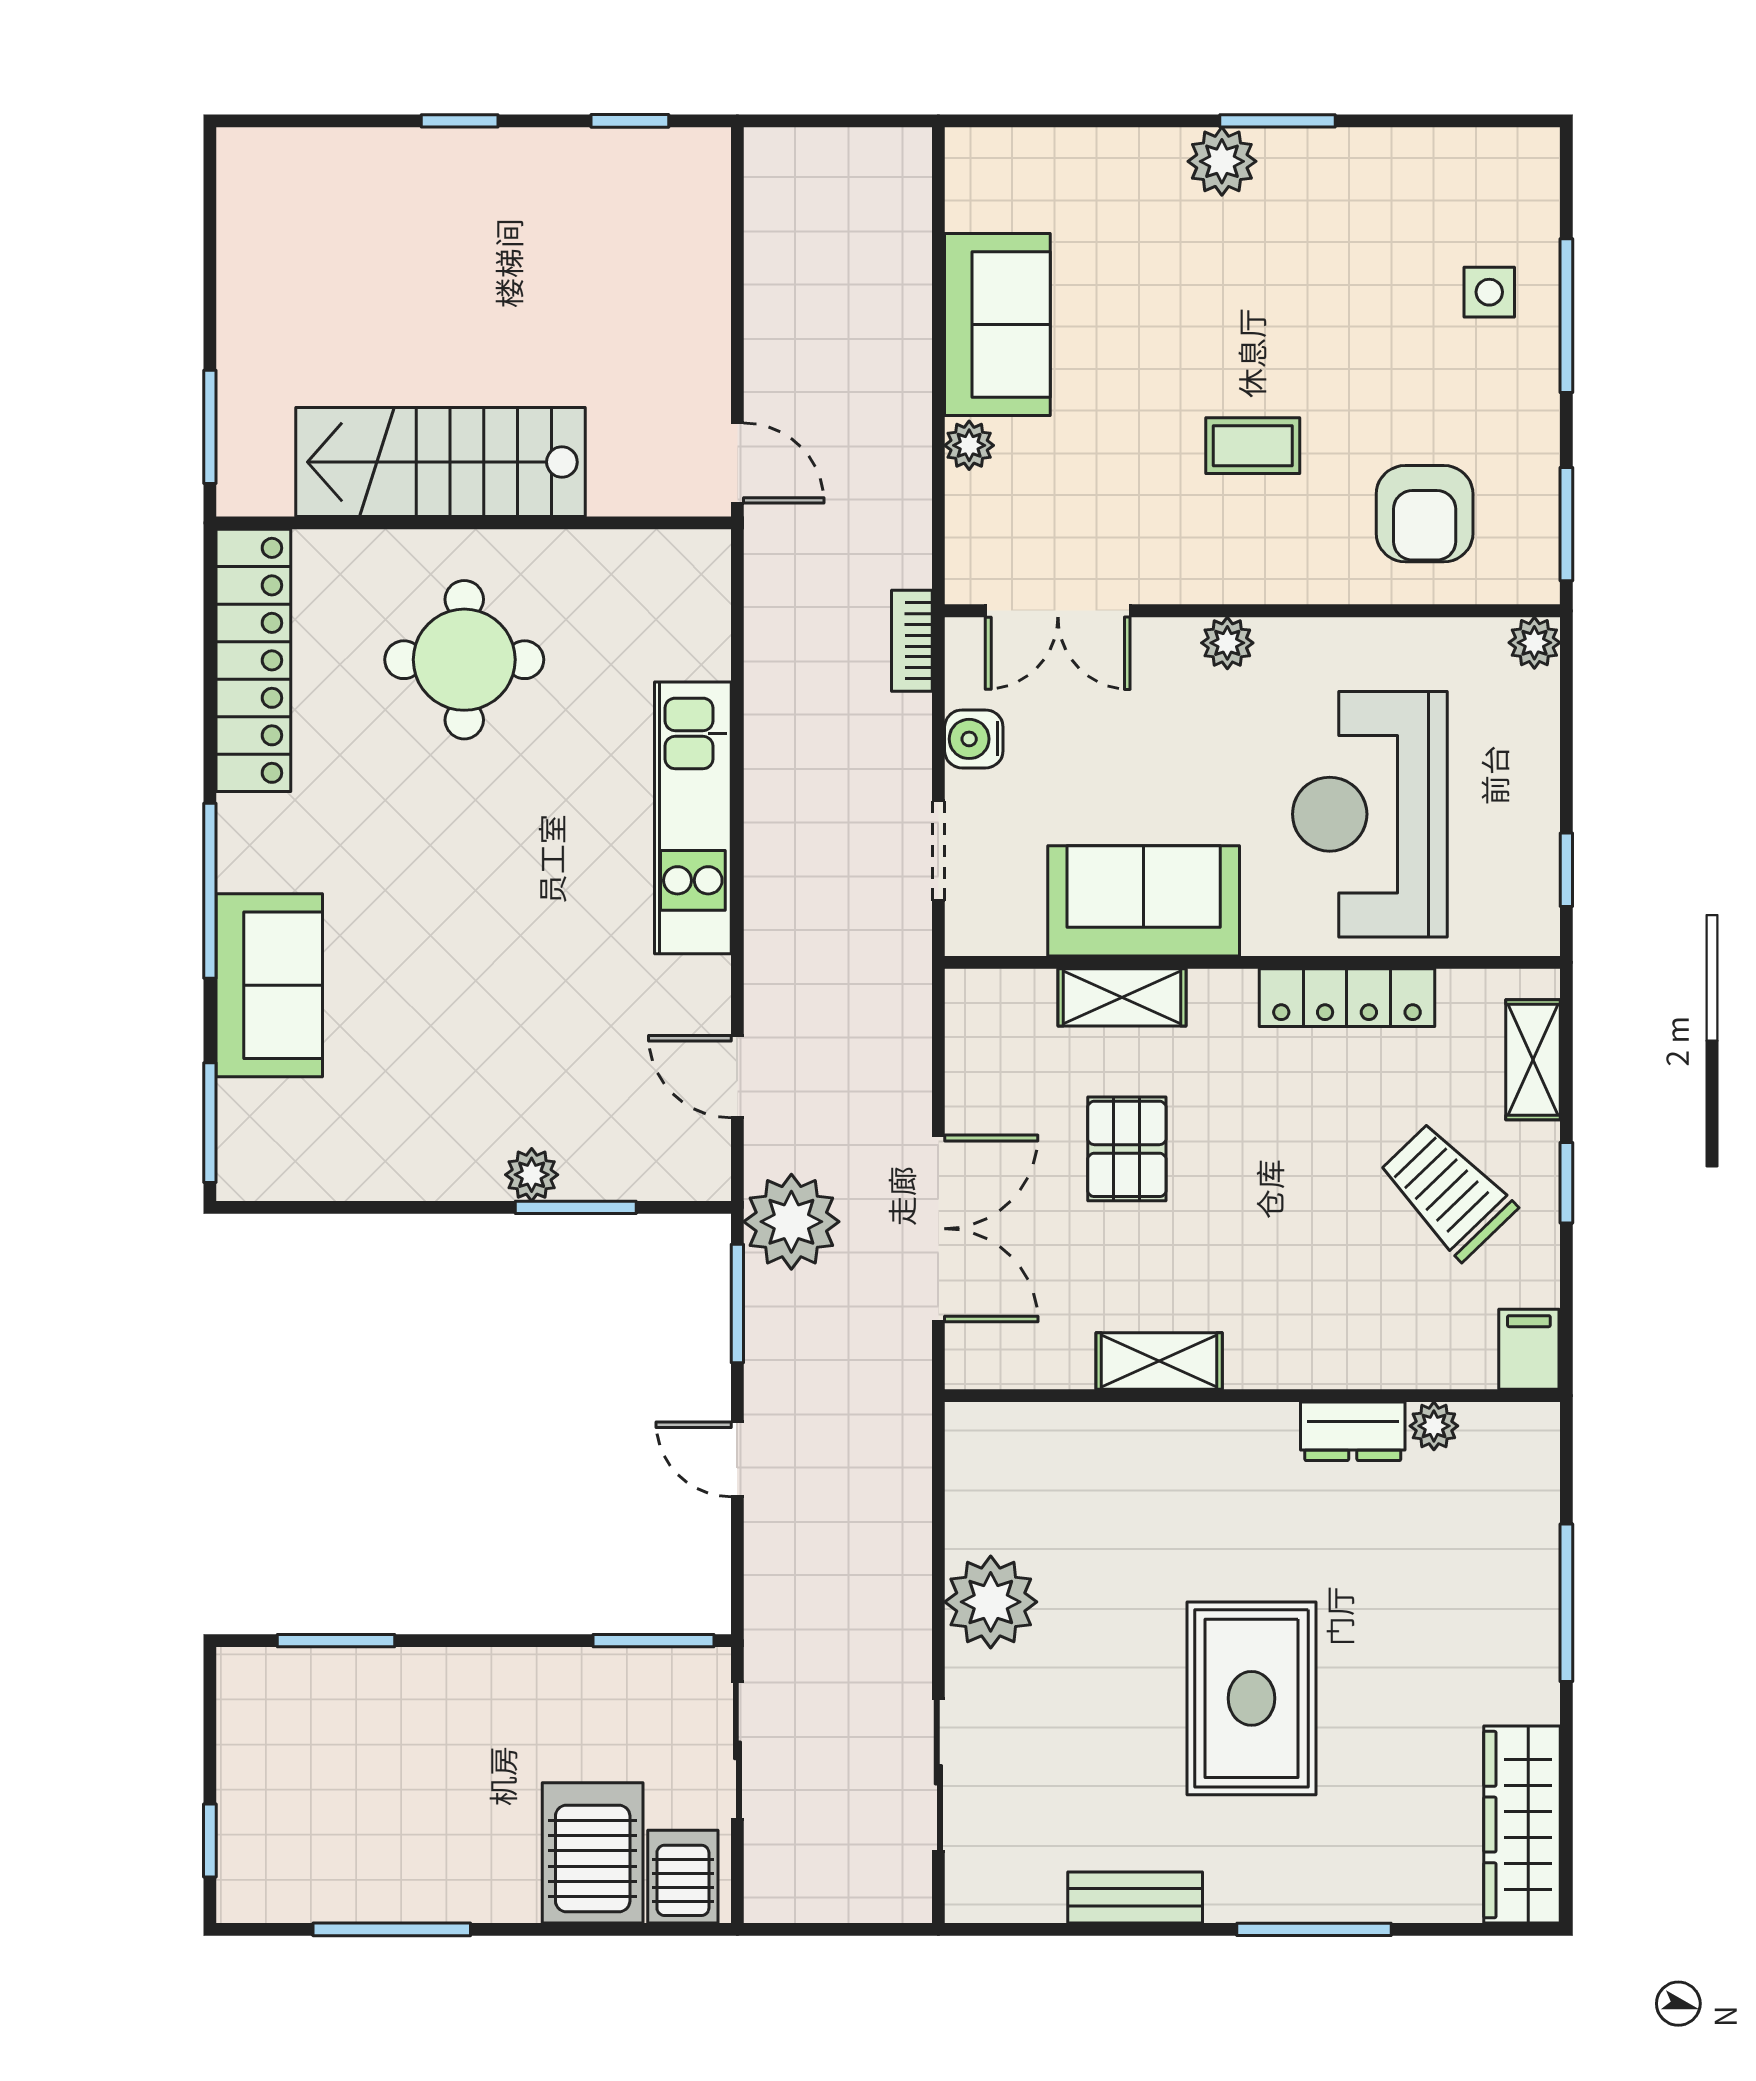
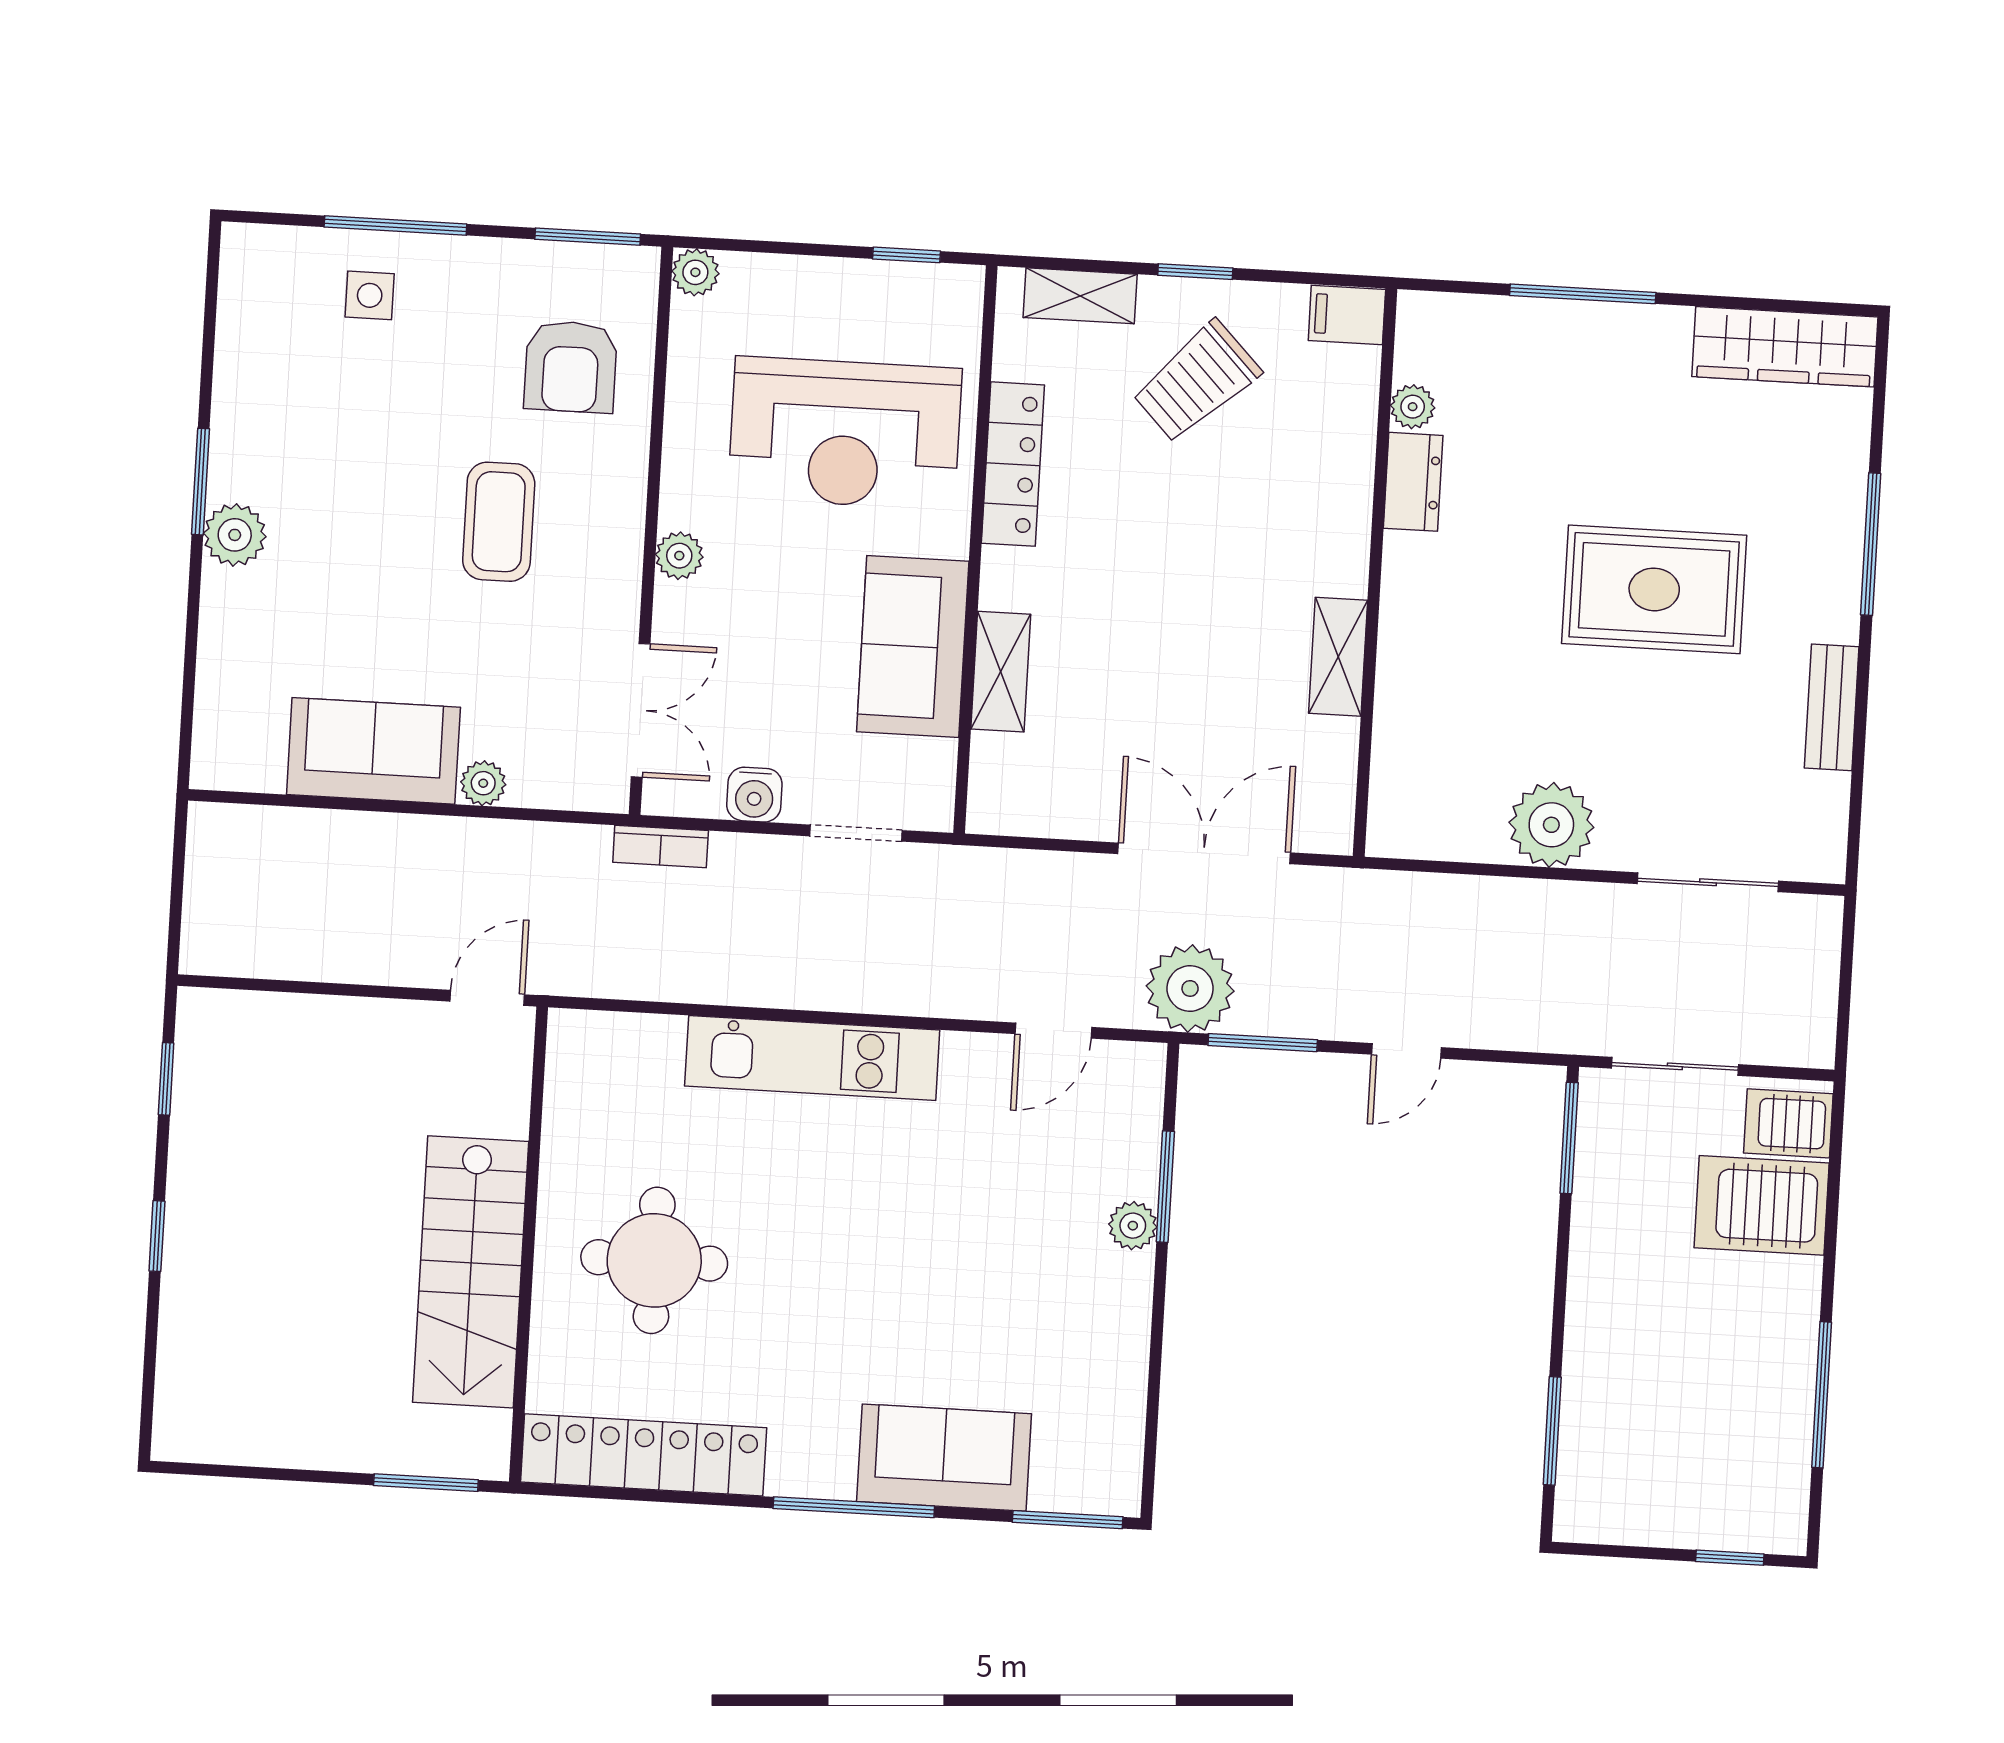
coffee table: (1253, 446) -> (499, 522), width x1.36, depth x1.30
armchair: (1425, 514) -> (571, 367), turned 90
pallet: (1127, 1149) -> (1141, 675), removed

